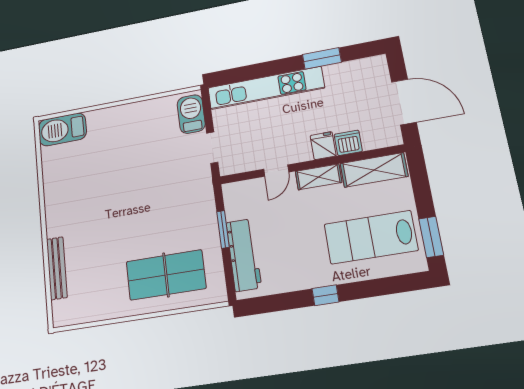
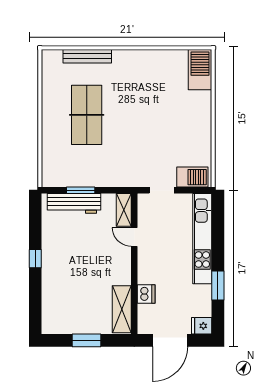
fridge: (323, 146) -> (202, 326), moved, turned 180
shelving: (319, 177) -> (124, 210), moved
window: (223, 229) -> (81, 190), moved
lab bench: (371, 237) -> (72, 298), removed
window: (431, 237) -> (87, 340), moved
table tennis table: (166, 275) -> (87, 115), moved

